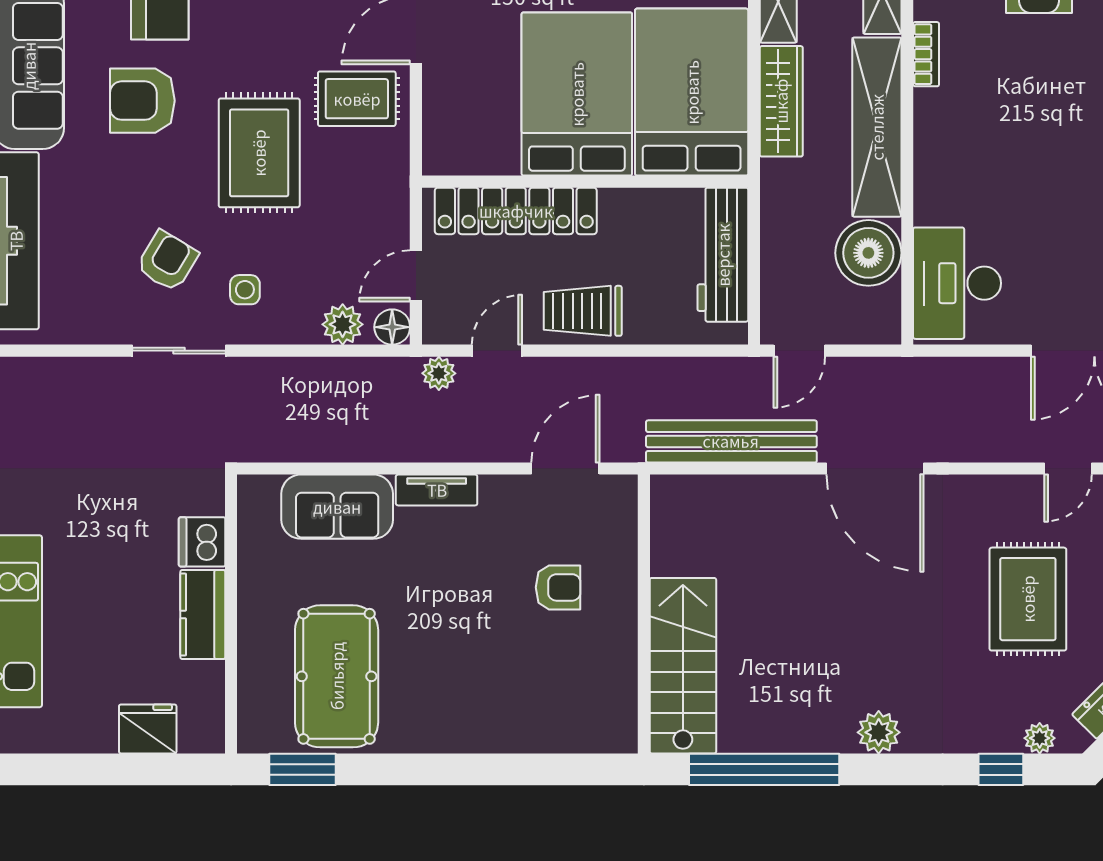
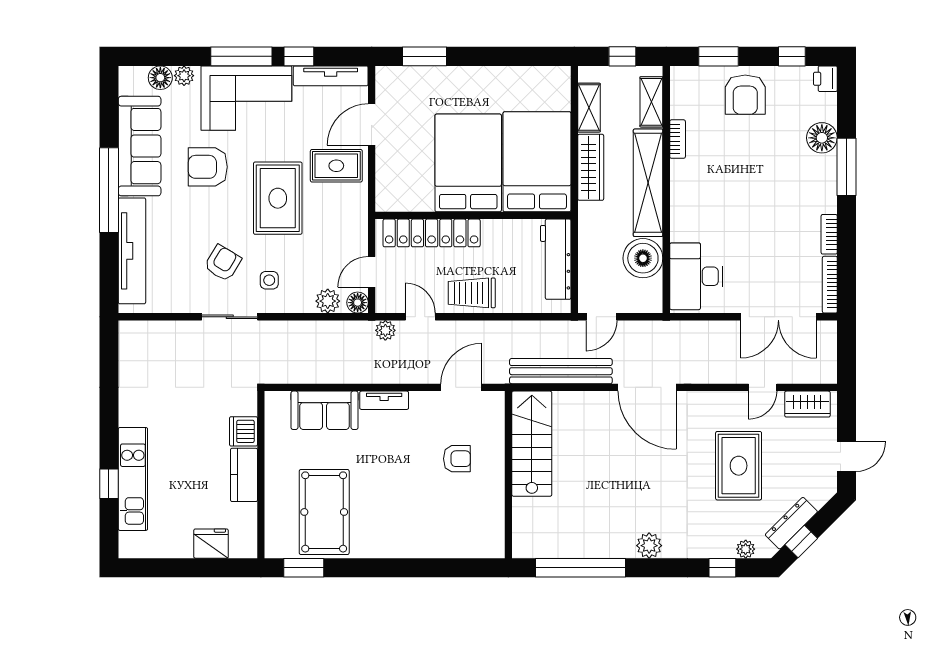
door: (497, 351) -> (420, 317), hinge flipped
stairs: (683, 666) -> (532, 444), moved

